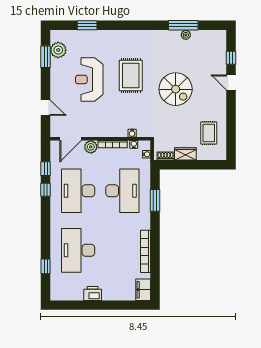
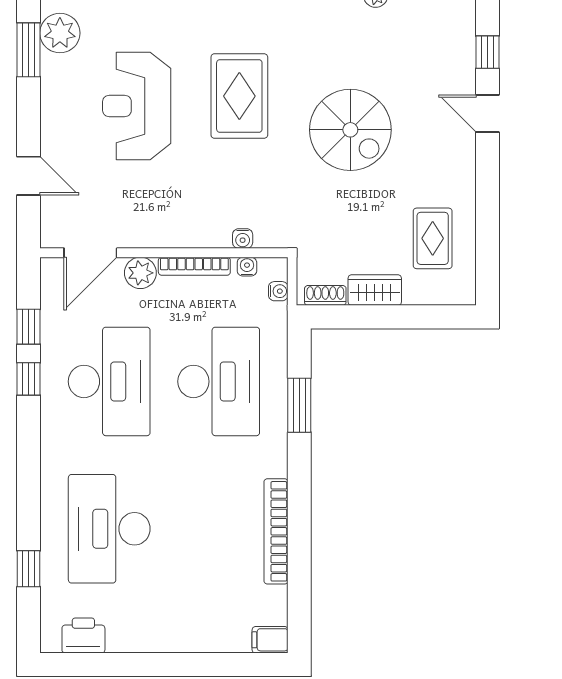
desk: (78, 191) -> (109, 381), turned 180
filing cabinet: (143, 290) -> (270, 640), width x0.50
printer: (93, 293) -> (83, 636), moved

